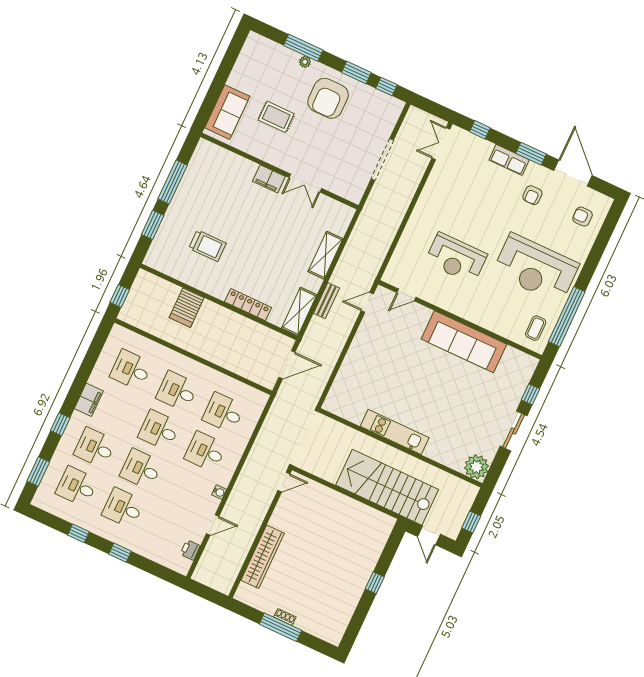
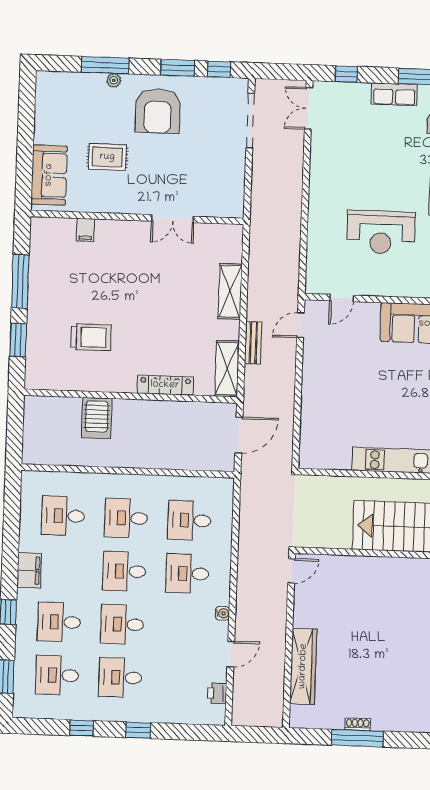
doorway: (382, 160) -> (250, 121), moved
filing cabinet: (269, 179) -> (85, 230), moved, width x0.50
window: (120, 296) -> (15, 437), removed

